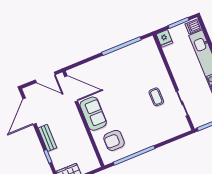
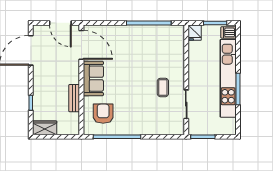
bench: (47, 138) -> (74, 98), moved
armchair: (114, 140) -> (103, 114), turned 90

